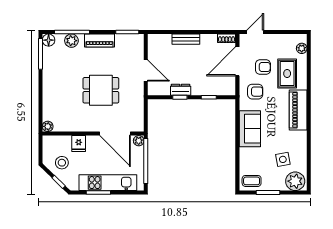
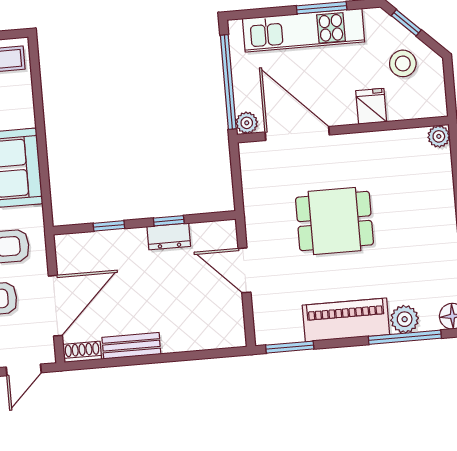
bench: (186, 39) -> (131, 346), moved
piano: (99, 41) -> (346, 320), width x1.37, depth x1.33

